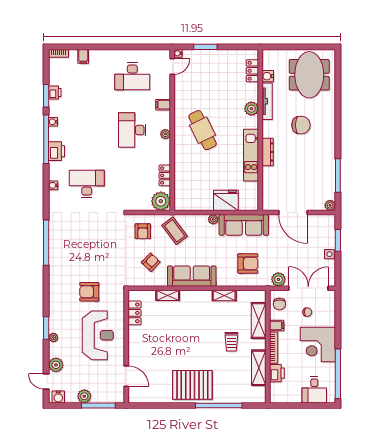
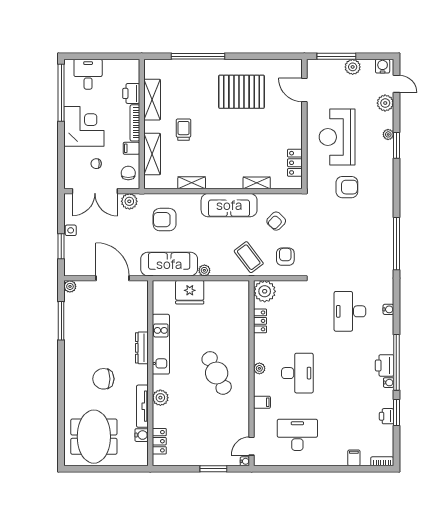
printer: (57, 151) -> (385, 365), moved
desk: (87, 184) -> (350, 311), turned 90
pallet: (192, 385) -> (242, 92), moved

